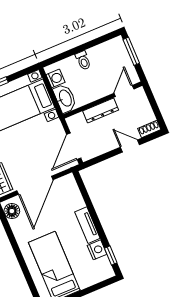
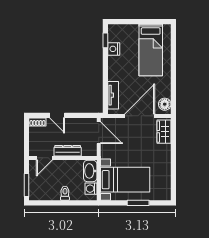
door: (74, 146) -> (99, 133), hinge flipped
tv unit: (87, 225) -> (113, 95), moved

